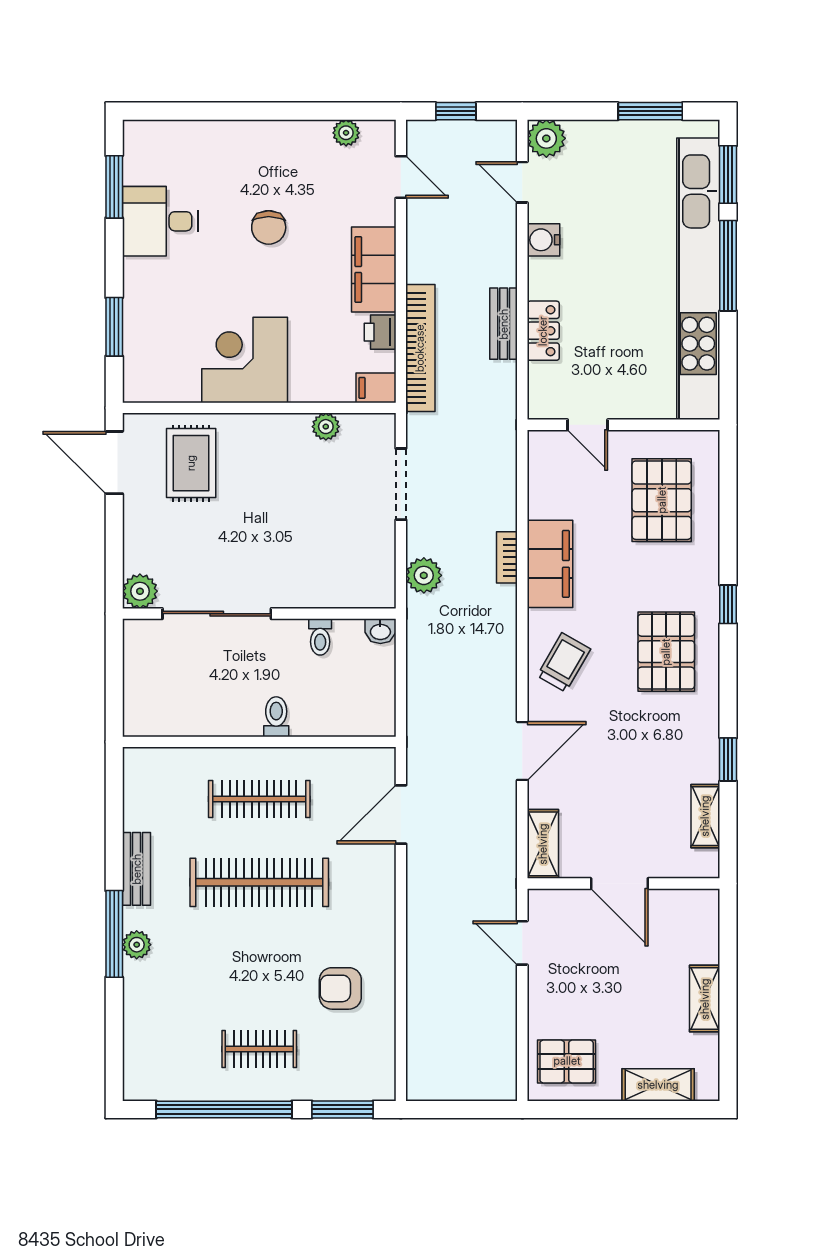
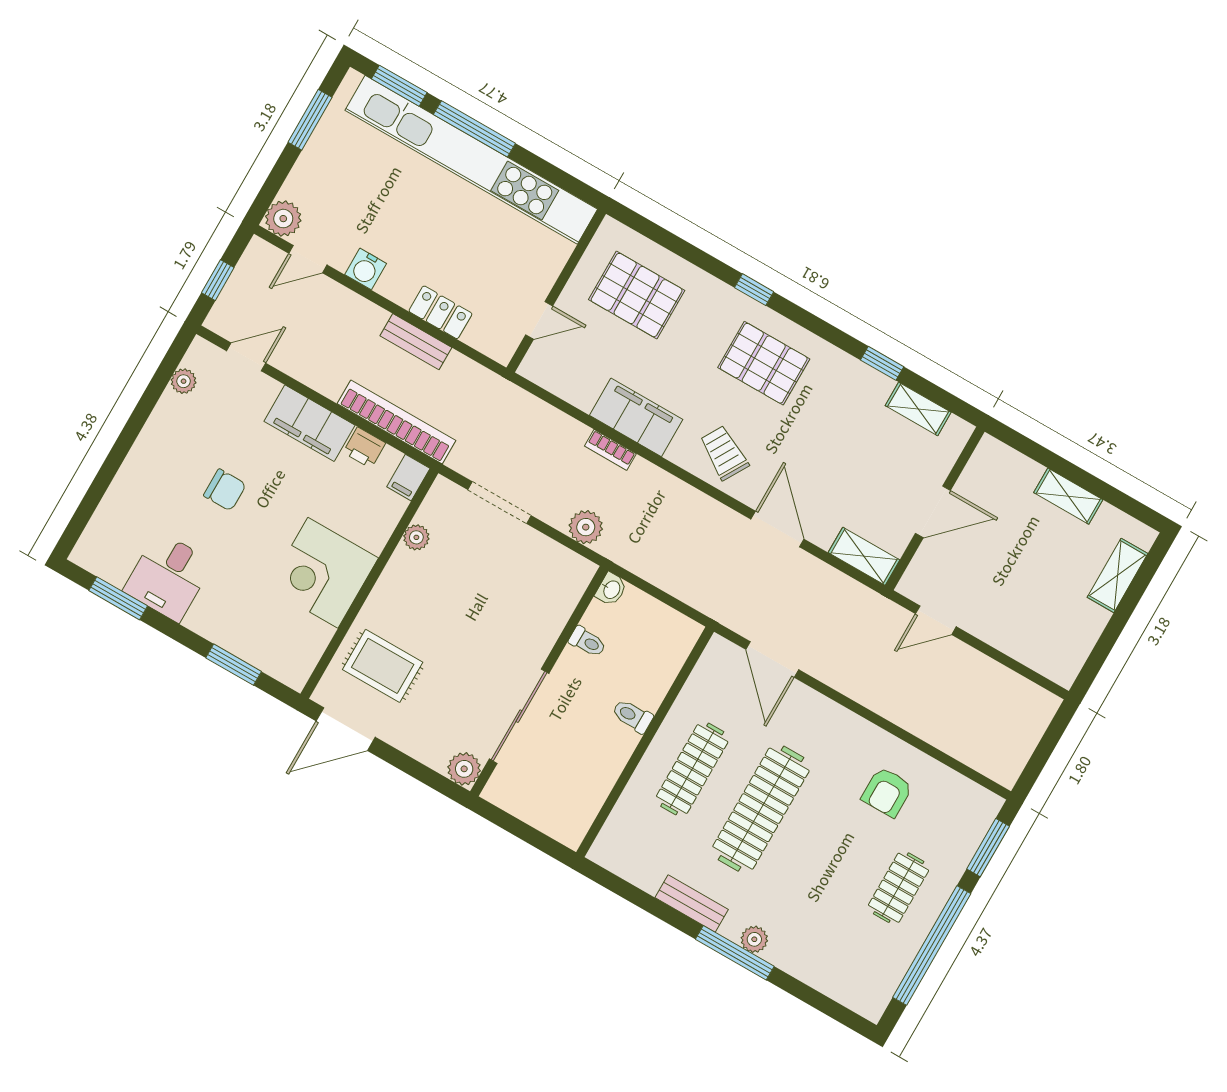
pallet: (567, 1061) -> (1055, 640), removed

